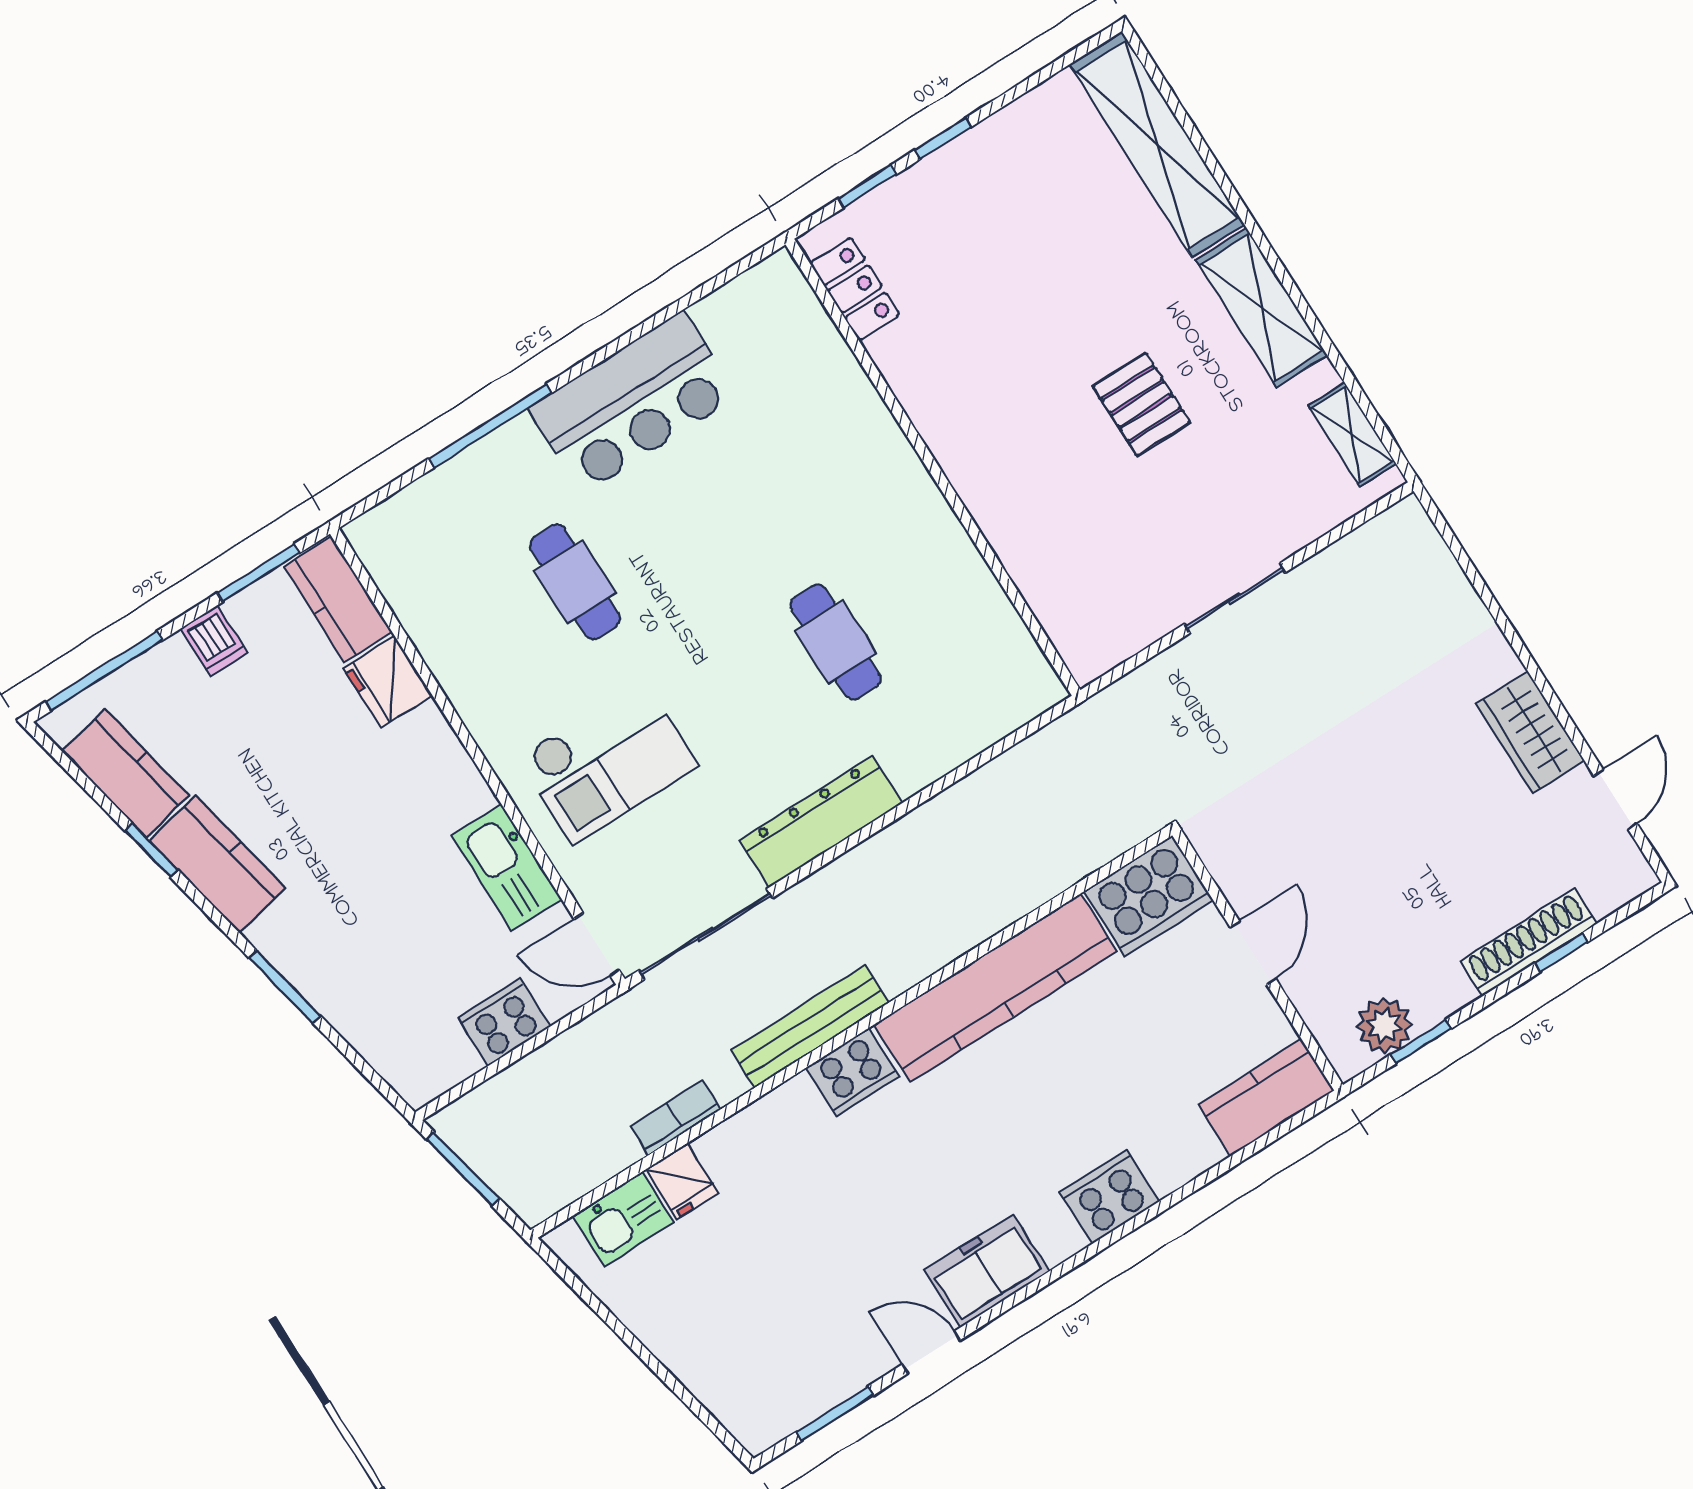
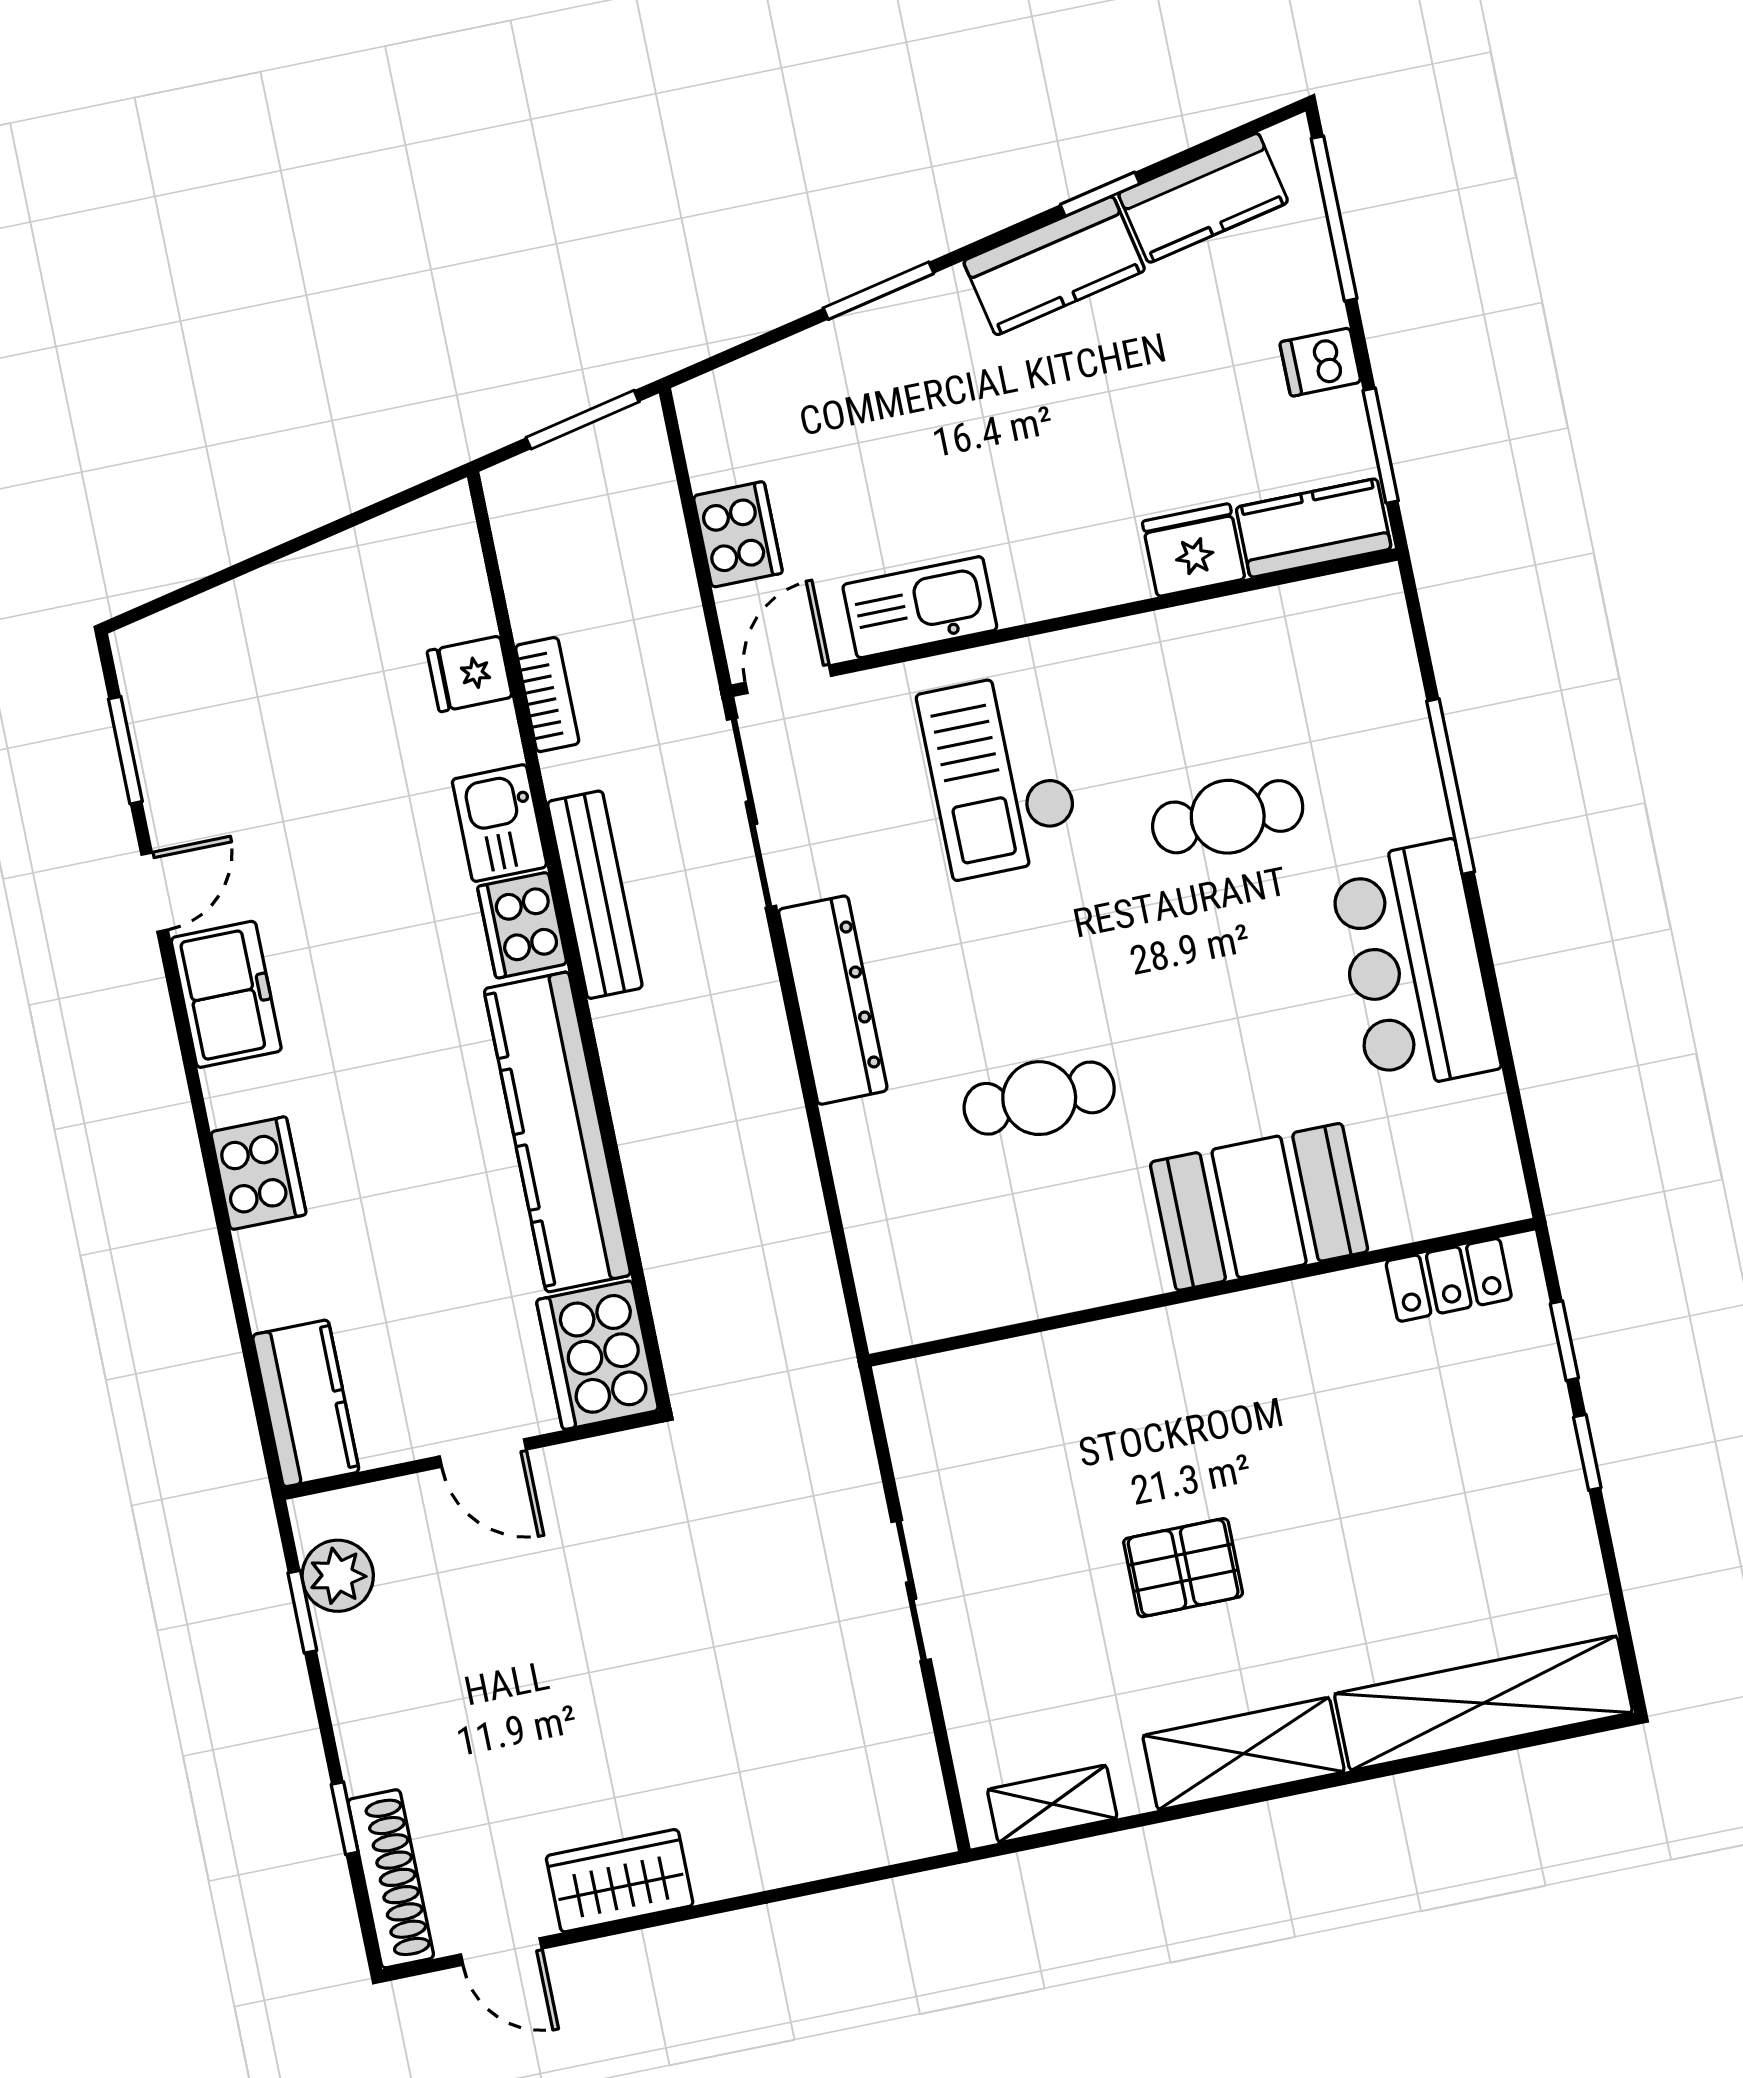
booth: (854, 449) -> (1259, 1207), added
shoe rack: (1529, 942) -> (391, 1879), moved
kitchen sink: (623, 1219) -> (499, 823), moved

